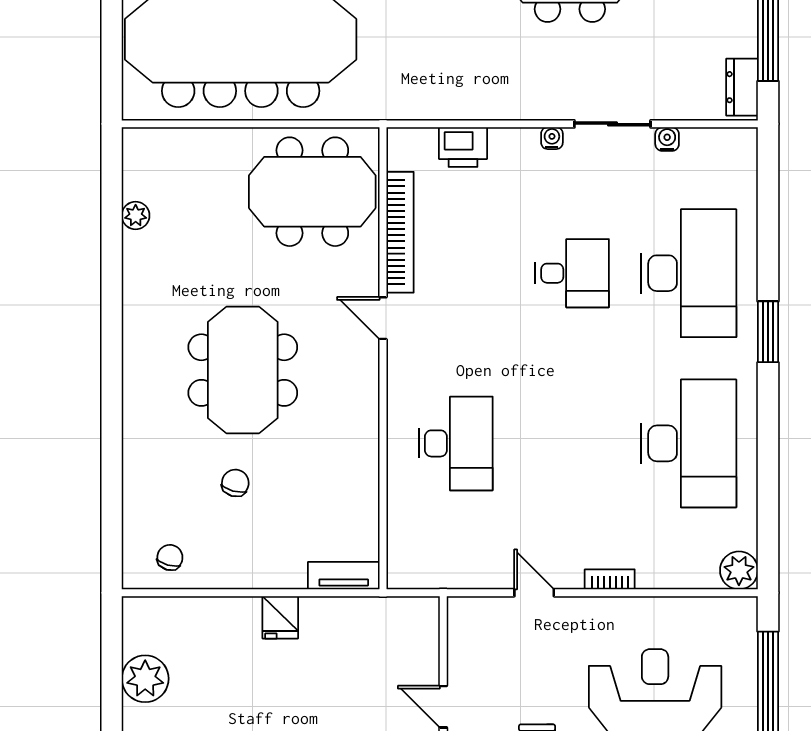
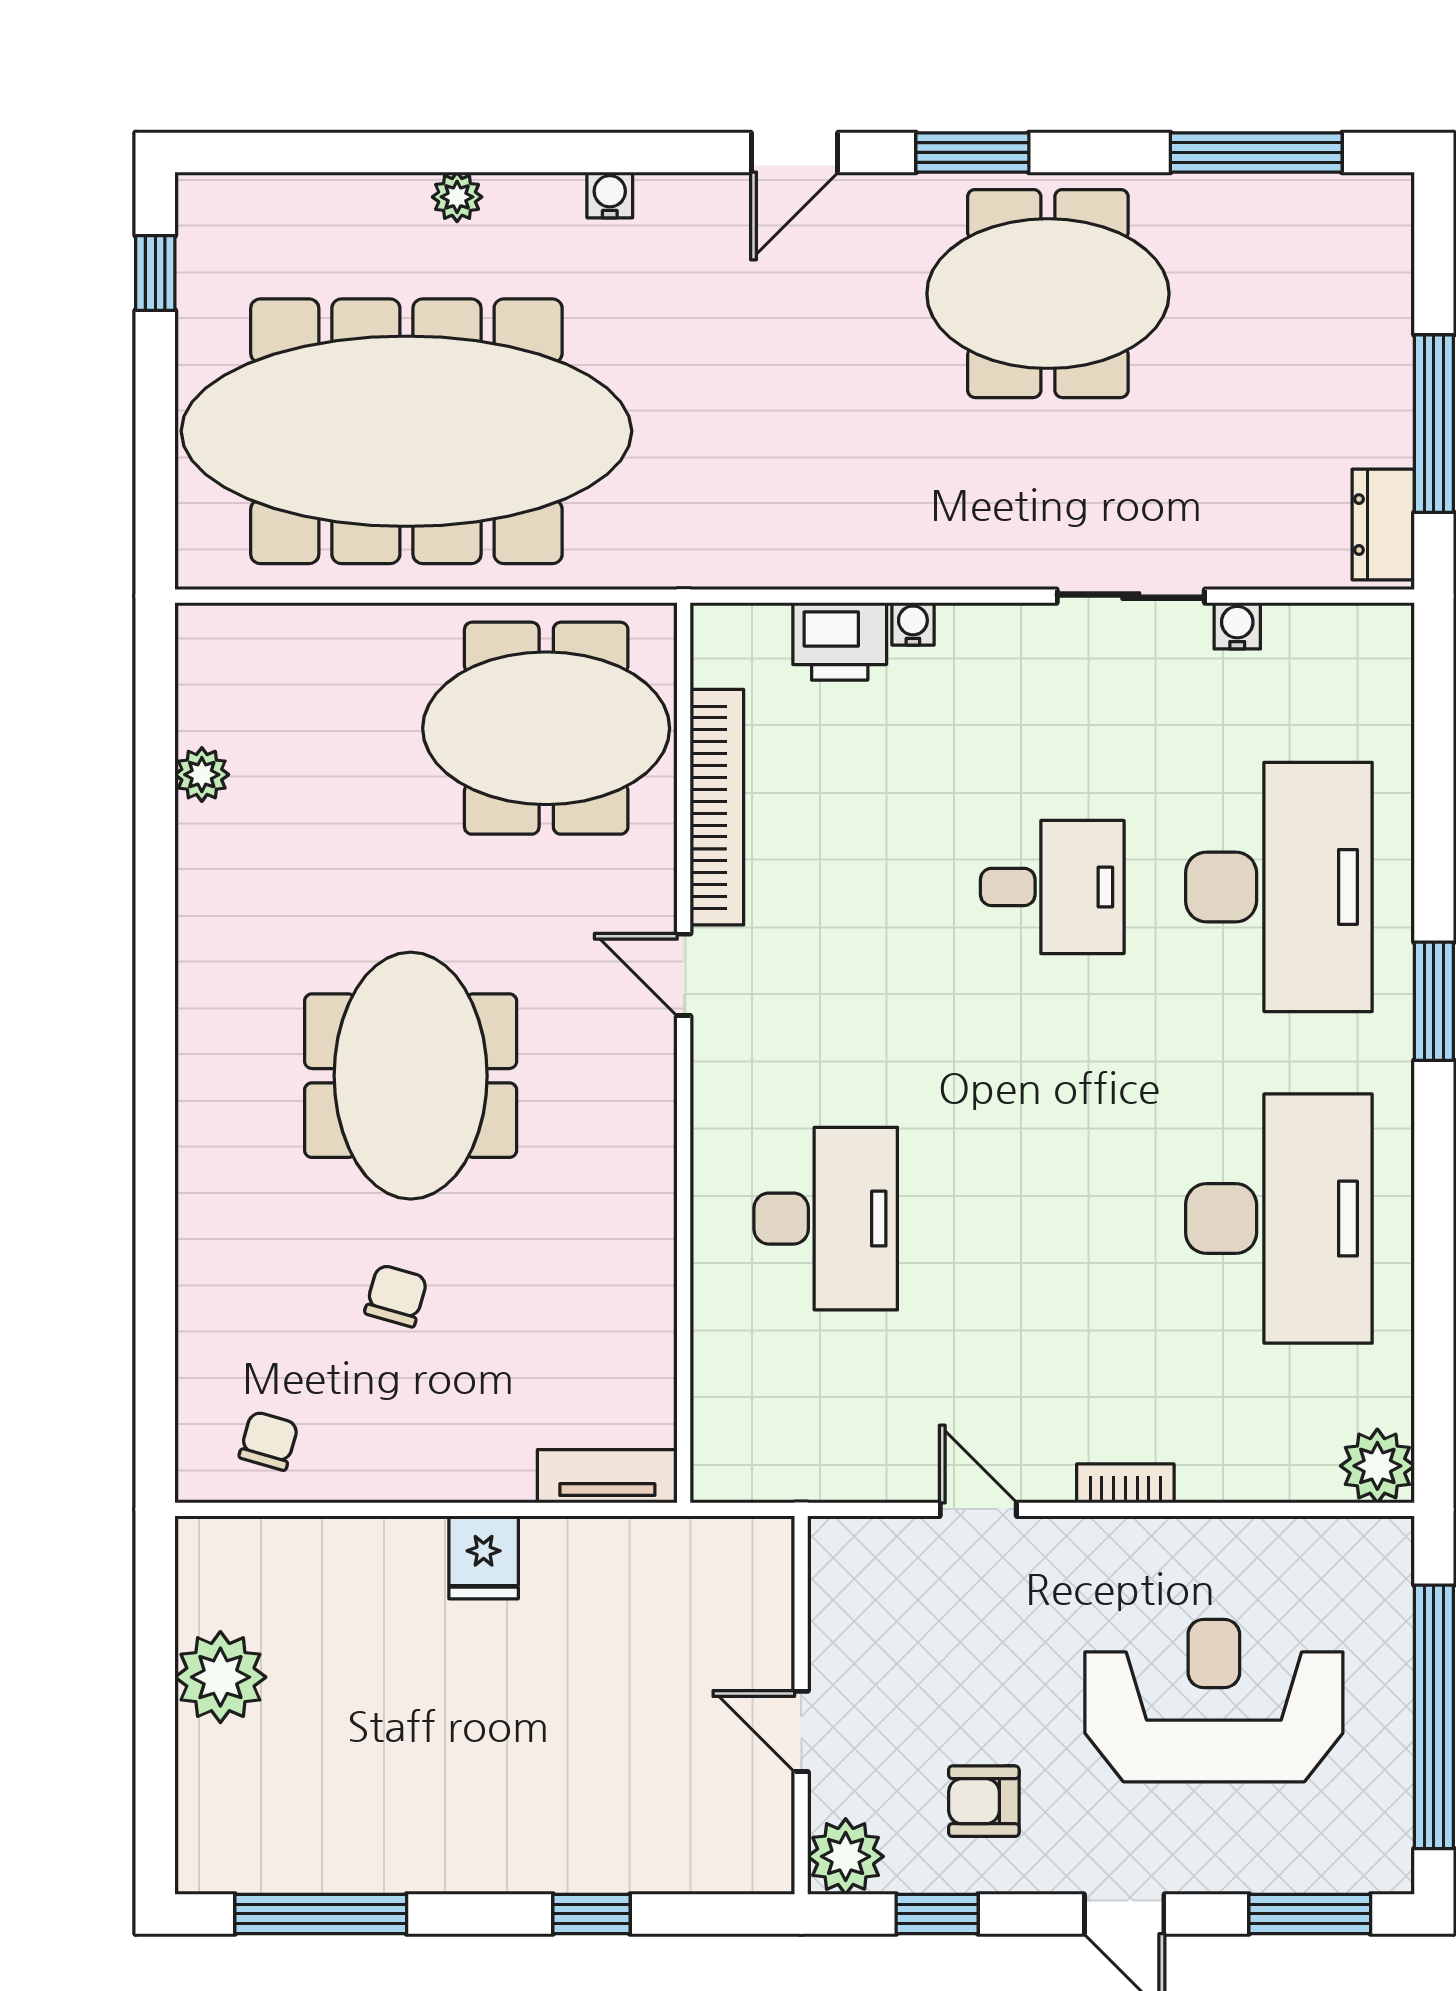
water cooler: (552, 138) -> (913, 624), moved

